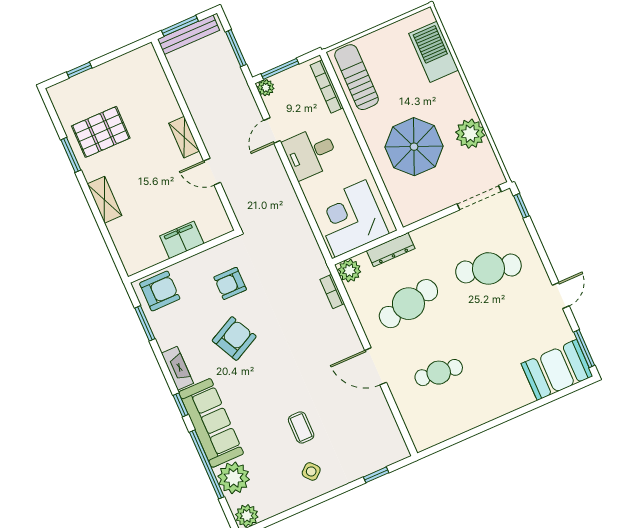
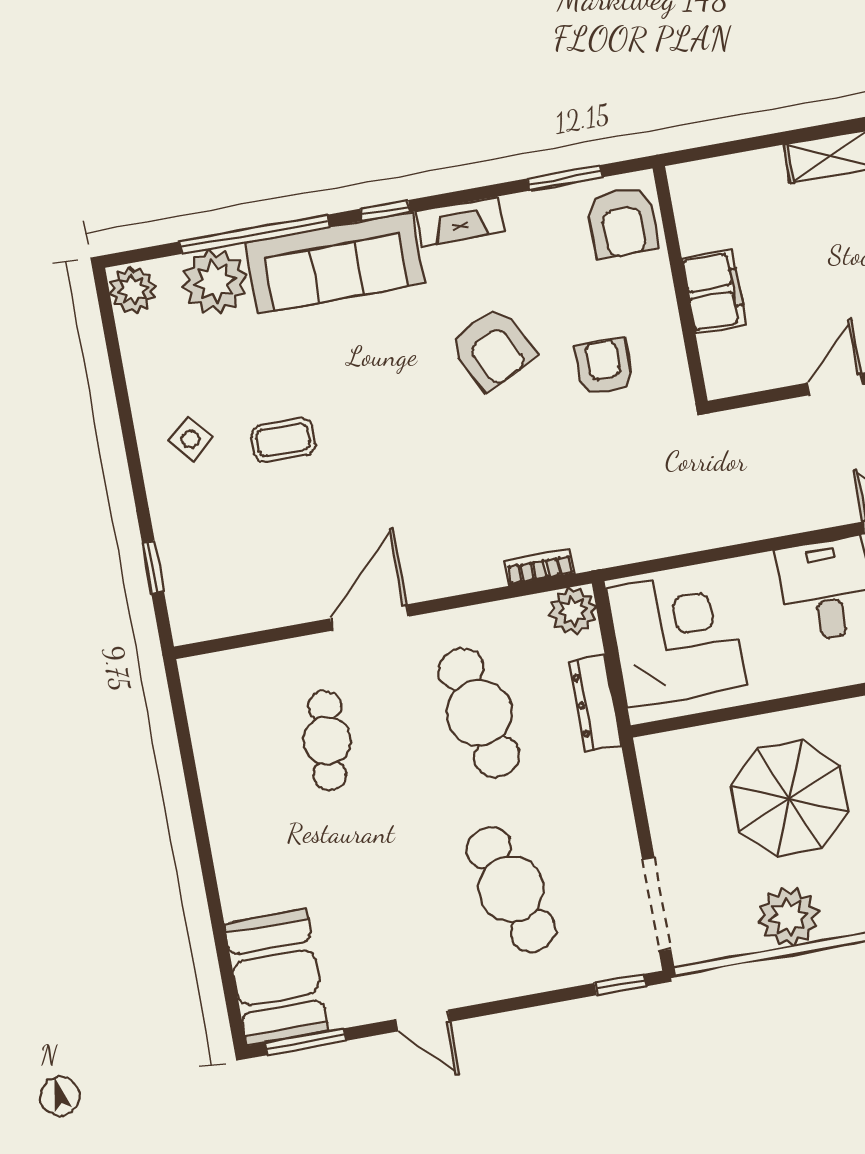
cafe table: (488, 268) -> (511, 889), turned -33

